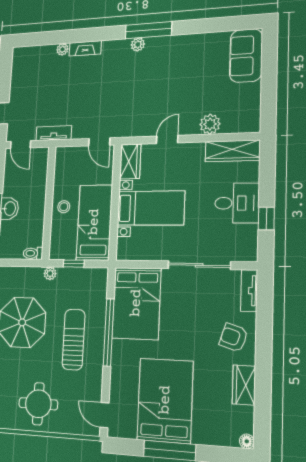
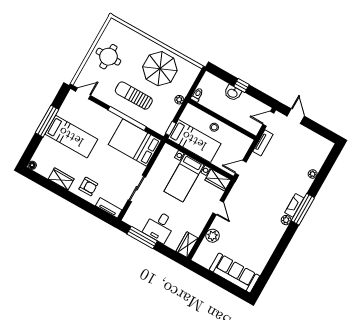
window: (148, 30) -> (303, 209), moved
fireplace: (85, 48) -> (294, 205), moved
sofa: (246, 56) -> (234, 273), width x1.36
wardrobe: (233, 151) -> (187, 245), width x0.67
window: (266, 218) -> (142, 238), width x2.17
window: (74, 264) -> (171, 128), moved
sliding door: (199, 265) -> (137, 188), width x0.73
armchair: (234, 338) -> (88, 186), turned 72
sun lounger: (74, 339) -> (134, 96), turned 180
bed: (165, 400) -> (71, 137), width x0.67

